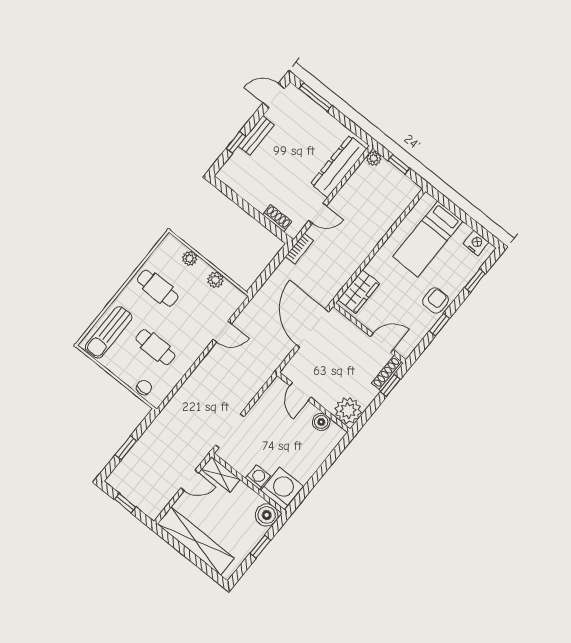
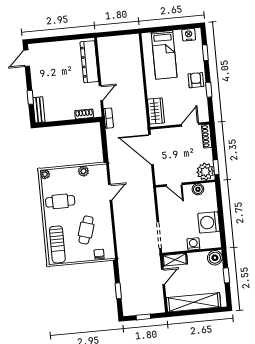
window: (315, 97) -> (47, 40), removed
bench: (256, 135) -> (39, 110), moved
plant: (374, 158) -> (102, 42), removed
window: (399, 164) -> (116, 33), removed
plant: (190, 258) -> (45, 174), moved
cafe table: (155, 347) -> (86, 230), turned -74
window: (390, 385) -> (216, 167), moved
washing machine: (282, 488) -> (209, 222), moved, turned -90

